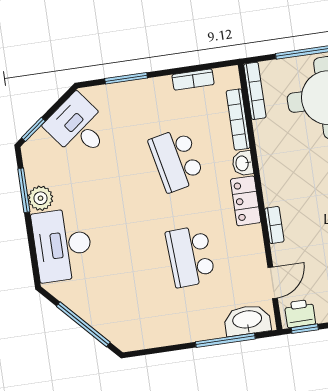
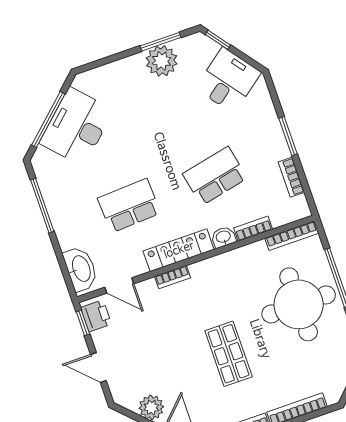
window: (126, 78) -> (288, 136), moved
bookcase: (238, 119) -> (253, 229), width x0.64
plant: (41, 198) -> (162, 61), width x1.36, depth x1.36
locker: (246, 201) -> (179, 250), width x1.53
desk: (63, 245) -> (77, 127), moved, turned -43
window: (225, 340) -> (42, 206), moved

